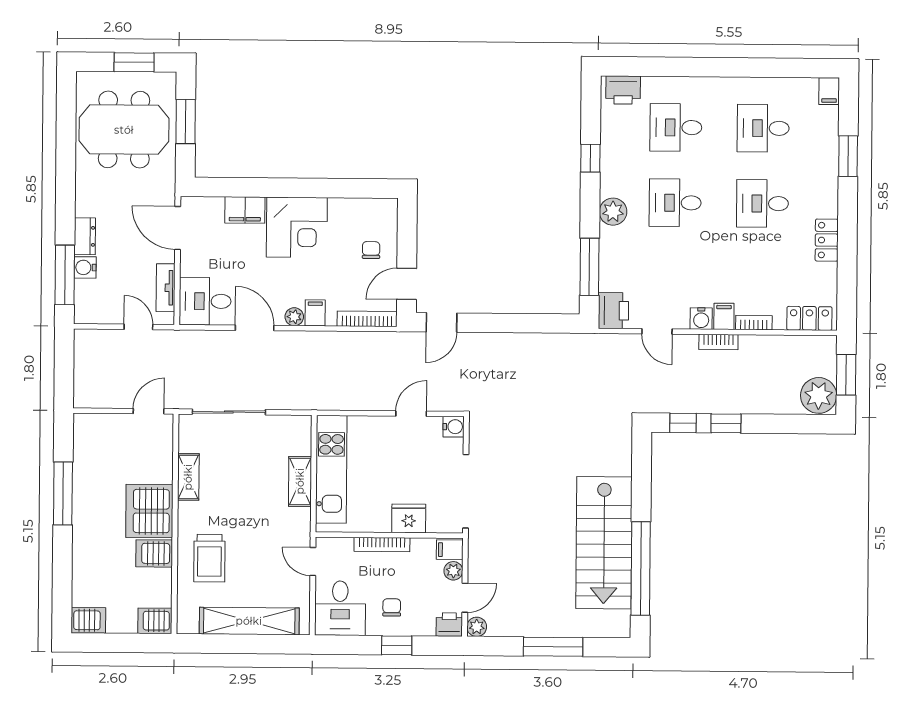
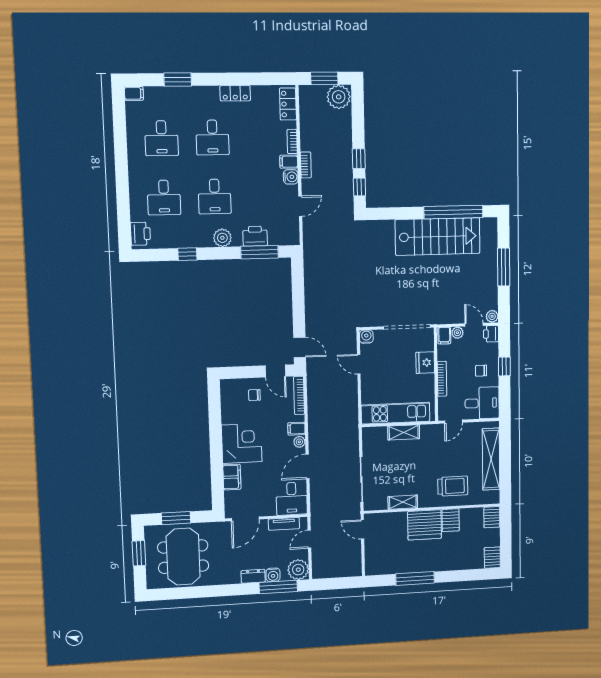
plant: (91, 307) -> (298, 570), added
printer: (613, 311) -> (255, 236), moved

